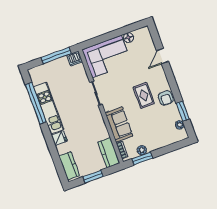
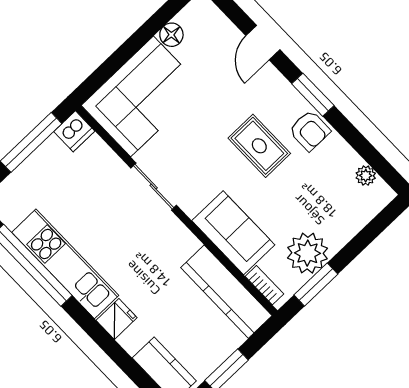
window: (183, 111) -> (313, 95), moved
plant: (142, 150) -> (308, 253), width x1.88, depth x1.88
kitchen counter: (109, 153) -> (226, 292), width x1.50

